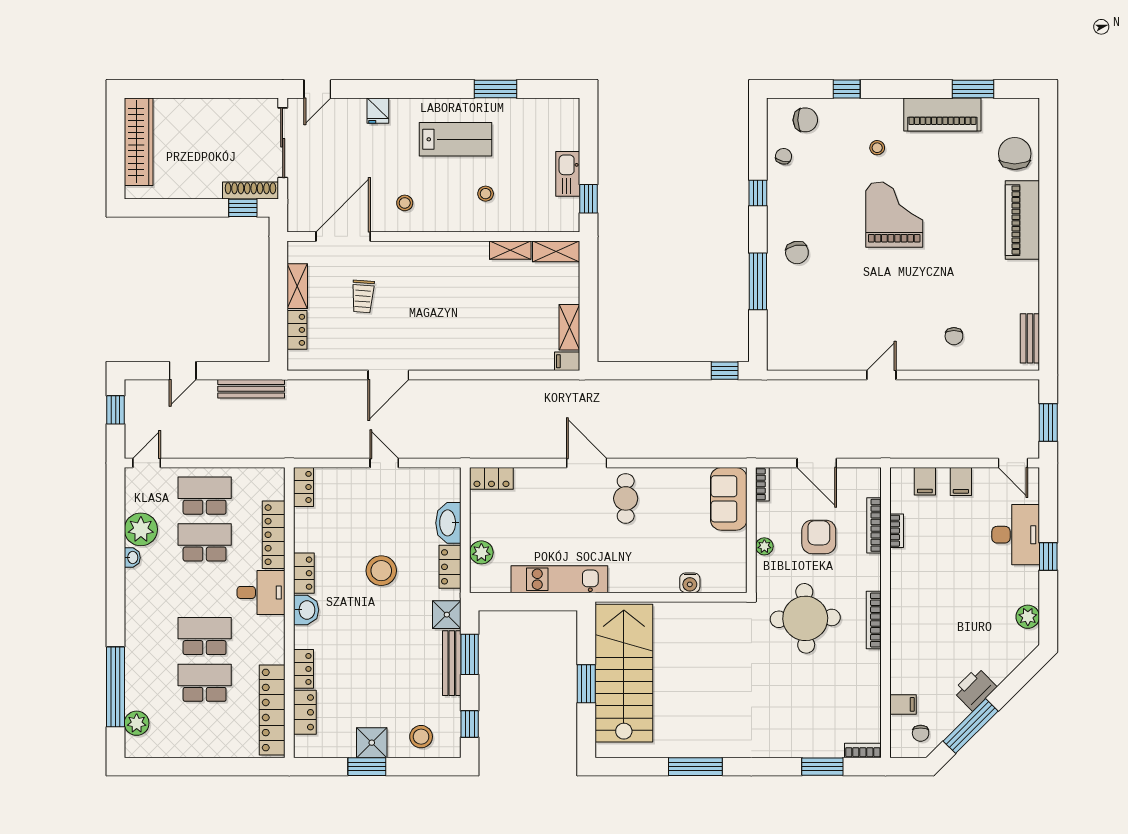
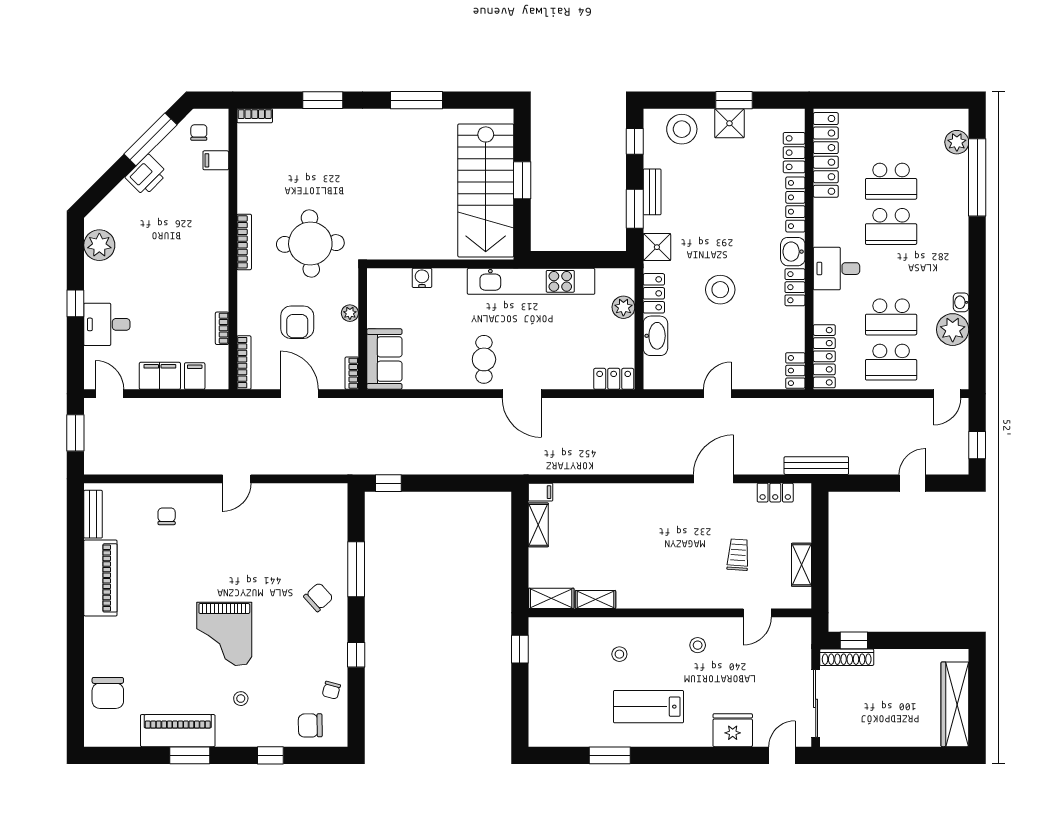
window: (973, 89) -> (190, 755), moved
fridge: (378, 111) -> (733, 730), width x1.88, depth x1.34
kitchen sink: (568, 174) -> (540, 673), removed
piano: (1022, 220) -> (100, 578), moved
door: (343, 236) -> (757, 613), width x0.53
chair: (797, 253) -> (318, 597), turned 59
locker: (297, 330) -> (775, 493), moved, turned -90
bench: (251, 389) -> (816, 466), moved
door: (384, 463) -> (717, 394), swing flipped
filing cabinet: (961, 481) -> (160, 376), width x2.00
bookcase: (874, 525) -> (244, 363), moved
locker: (274, 535) -> (824, 356), moved
desk: (1016, 535) -> (107, 324), width x0.73
kitchen unit: (559, 579) -> (531, 281), width x1.36
plant: (1028, 617) -> (99, 245), width x1.36, depth x1.36
bench: (452, 663) -> (652, 192), width x0.73
locker: (304, 669) -> (795, 204), width x1.53
stool: (421, 737) -> (682, 129), width x1.38, depth x1.38
window: (822, 767) -> (323, 100), moved

